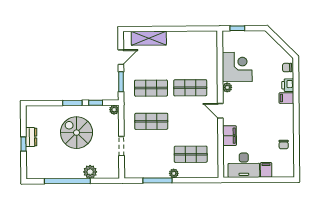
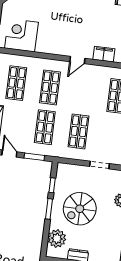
shop shelf: (190, 55) -> (16, 83), added
corner desk: (237, 67) -> (21, 35), moved
plant: (227, 87) -> (55, 50), removed
plant: (114, 110) -> (57, 238), moved, width x1.88, depth x1.88

